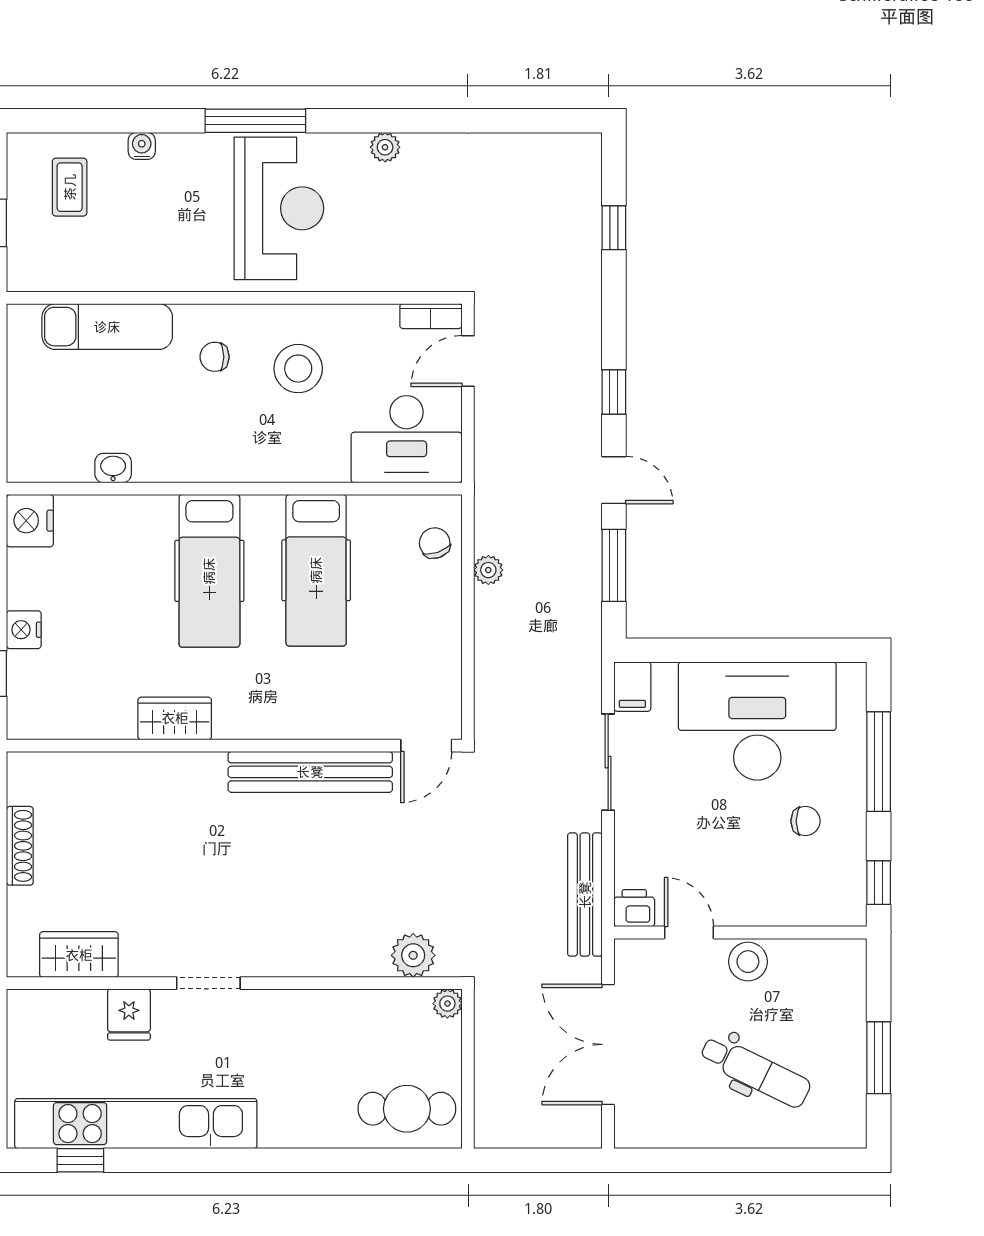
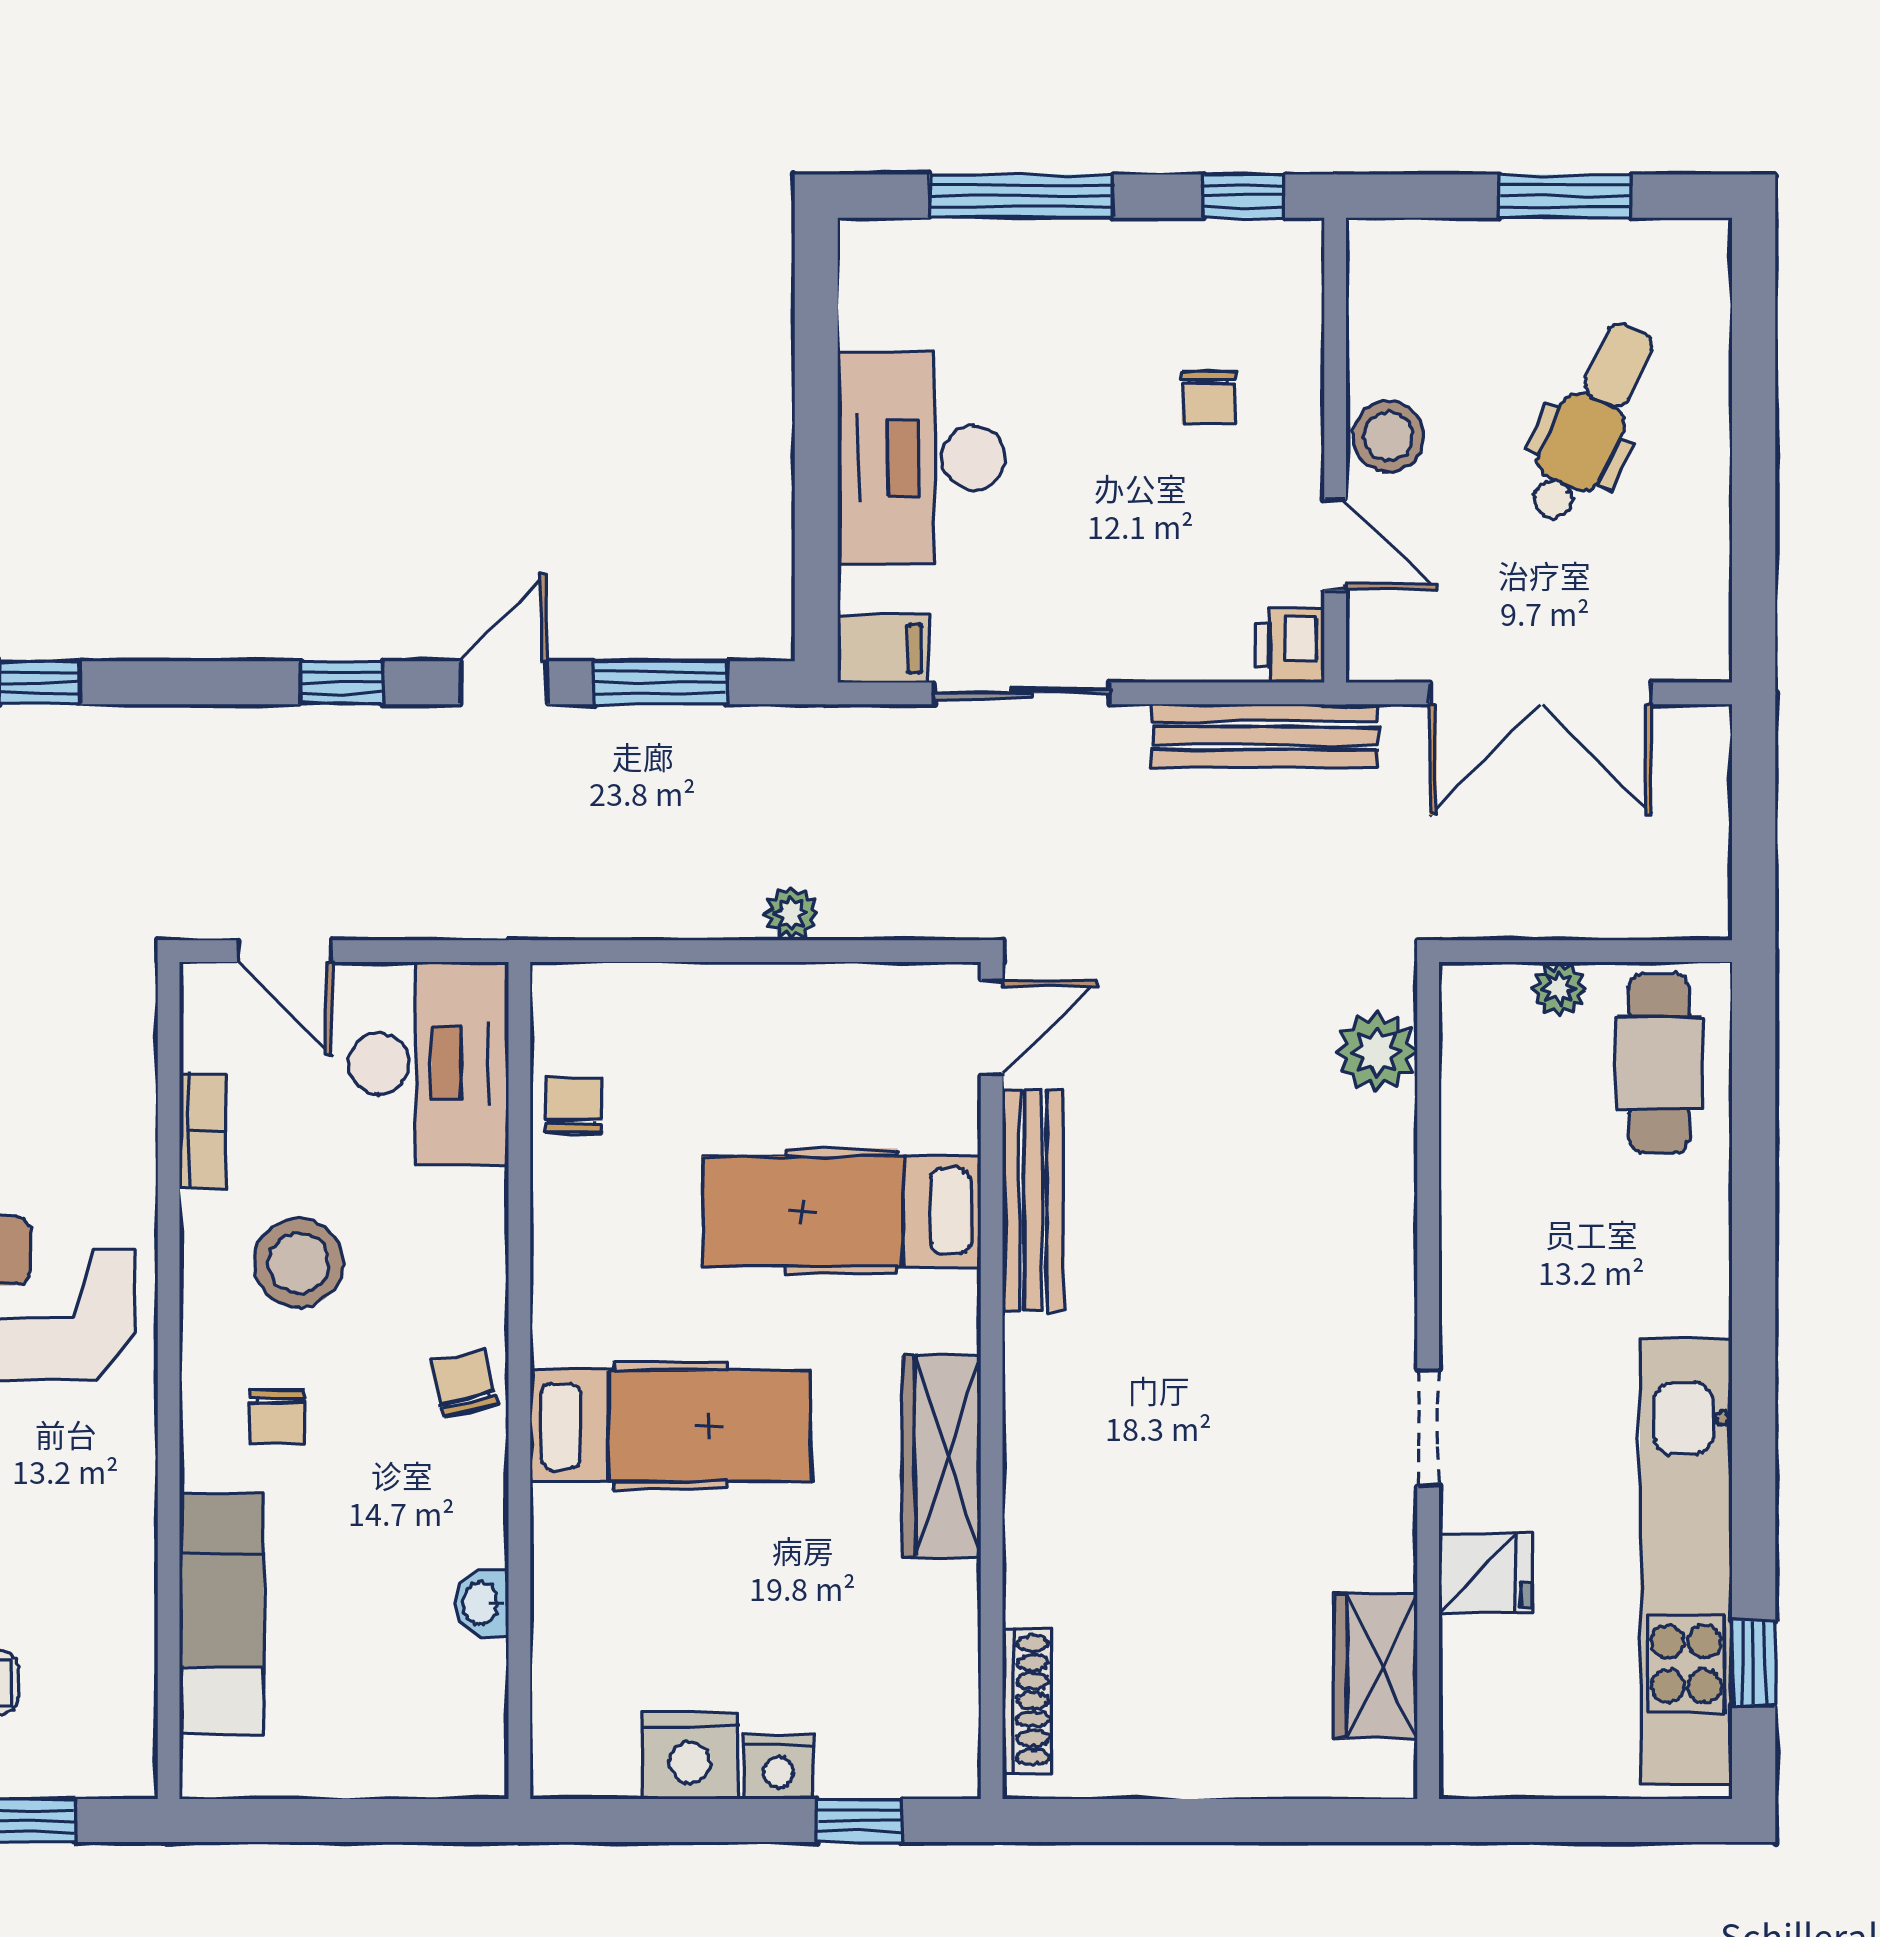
bookcase: (431, 316) -> (202, 1131), moved
chair: (233, 458) -> (464, 1383), added
nightstand: (30, 521) -> (690, 1756), moved
chair: (435, 543) -> (574, 1105), moved, turned 109
hospital bed: (316, 570) -> (842, 1211), moved, turned 180
plant: (488, 570) -> (791, 914), moved
wardrobe: (175, 718) -> (942, 1456), width x1.50
desk: (757, 721) -> (921, 458), width x0.73, depth x0.77
door: (426, 746) -> (992, 1028), hinge flipped
bench: (310, 772) -> (1033, 1200), width x0.73, depth x0.82
chair: (805, 821) -> (1208, 398), moved, turned 180
shoe rack: (20, 846) -> (1027, 1700), moved, turned 90
door: (689, 933) -> (1335, 545), swing flipped
plant: (447, 1004) -> (1559, 989), moved

